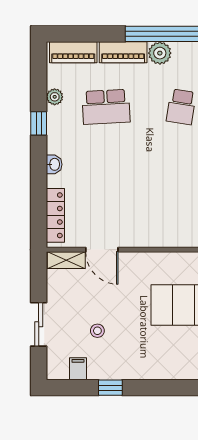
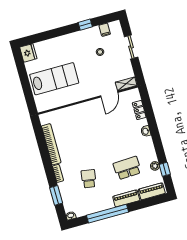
plant: (160, 53) -> (107, 203), removed
window: (39, 123) -> (165, 169), moved
locker: (55, 215) -> (139, 110), width x0.66
door: (102, 250) -> (109, 94), swing flipped

